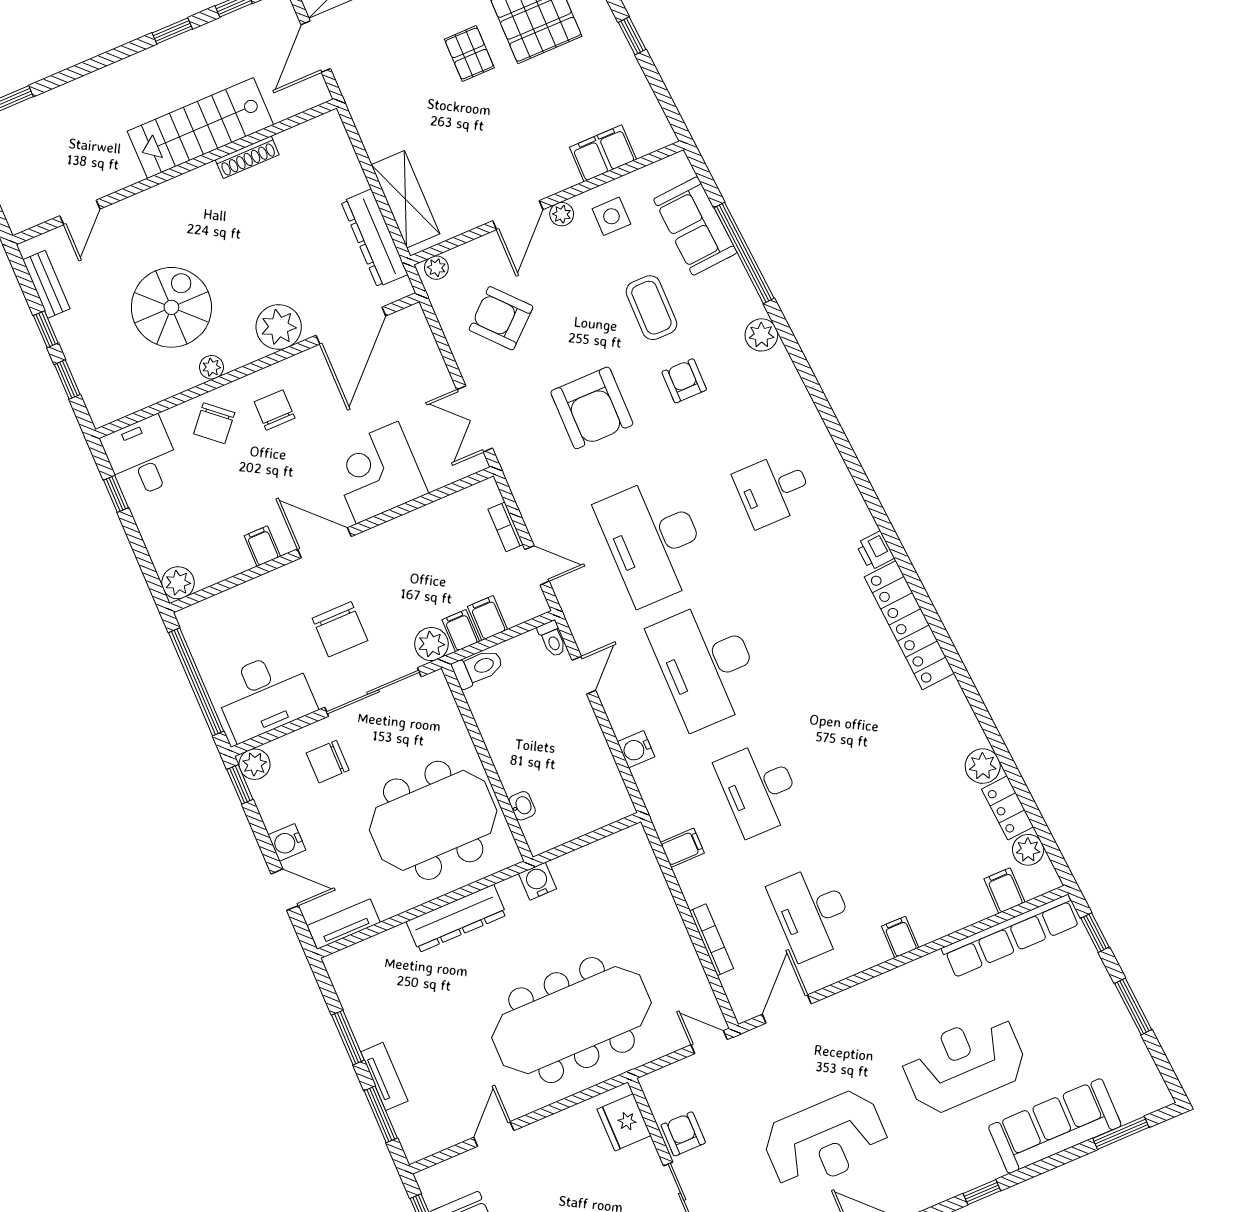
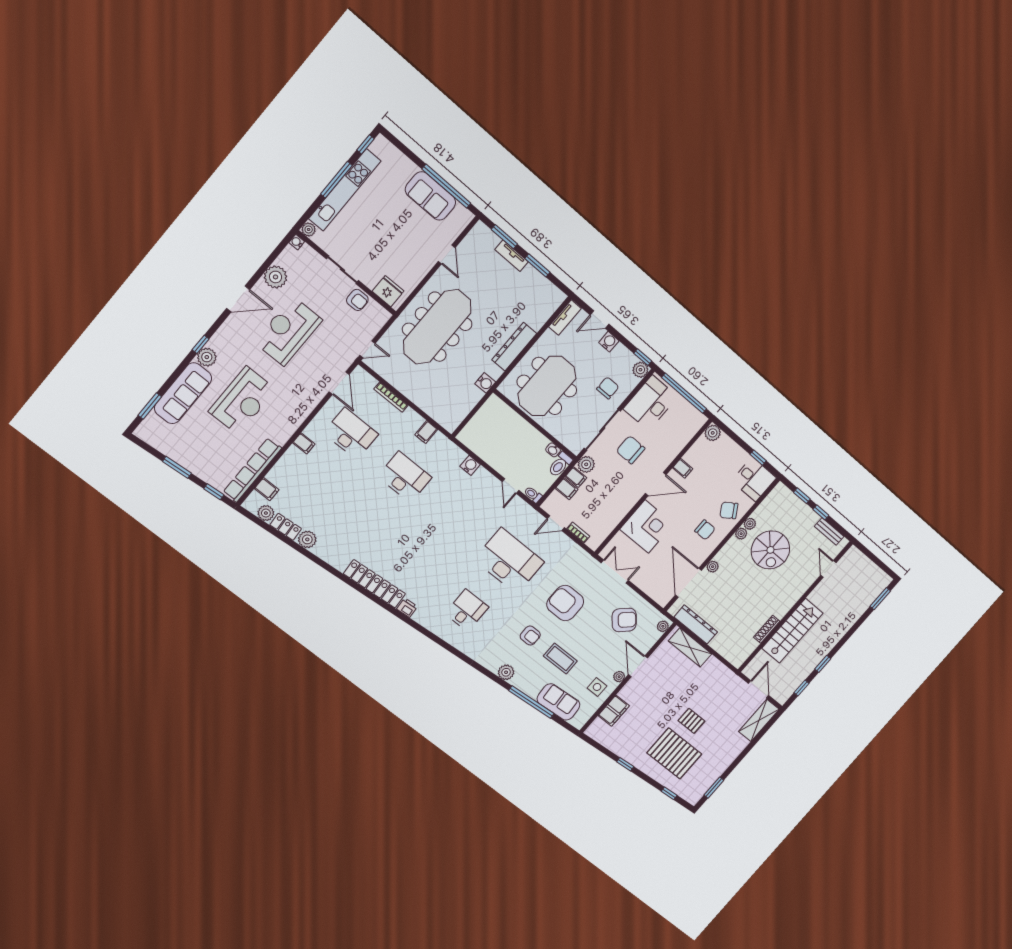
plant: (279, 327) -> (713, 567), width x0.53, depth x0.53
plant: (187, 377) -> (750, 524), added
chair: (214, 423) -> (729, 510), turned -74
desk: (706, 665) -> (457, 519), removed
washbasin: (522, 806) -> (553, 450), moved
plant: (983, 1166) -> (207, 357), added

